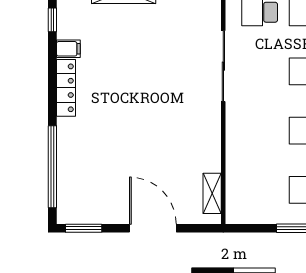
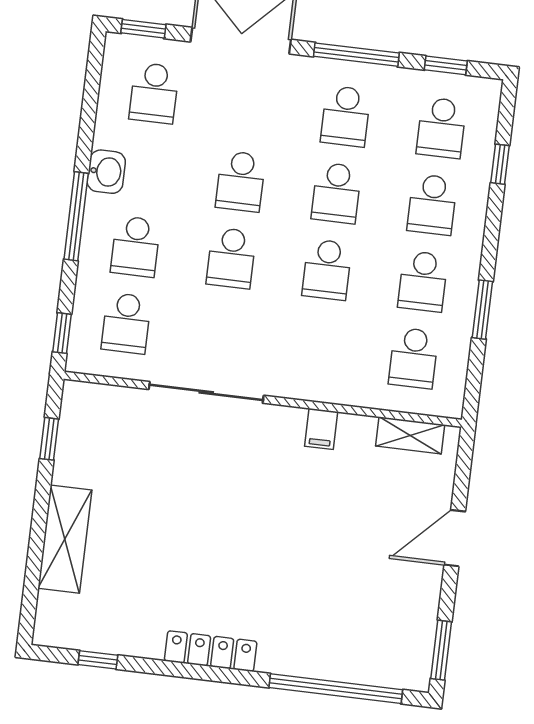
filing cabinet: (68, 49) -> (321, 429), moved, turned 180
school desk: (260, 190) -> (414, 358), added
door: (153, 228) -> (455, 538), width x0.73

